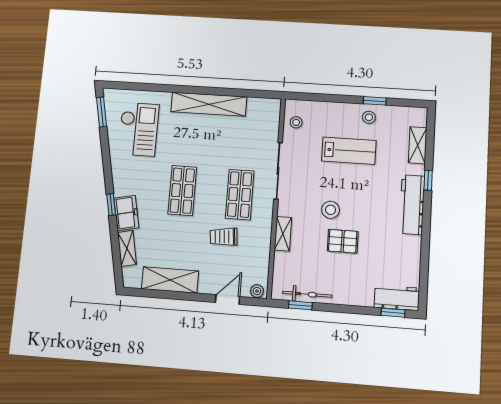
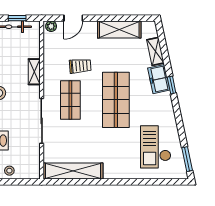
shelving: (209, 104) -> (73, 171), moved
stool: (296, 122) -> (9, 171), moved
shop shelf: (182, 191) -> (116, 100), width x1.43, depth x1.36

